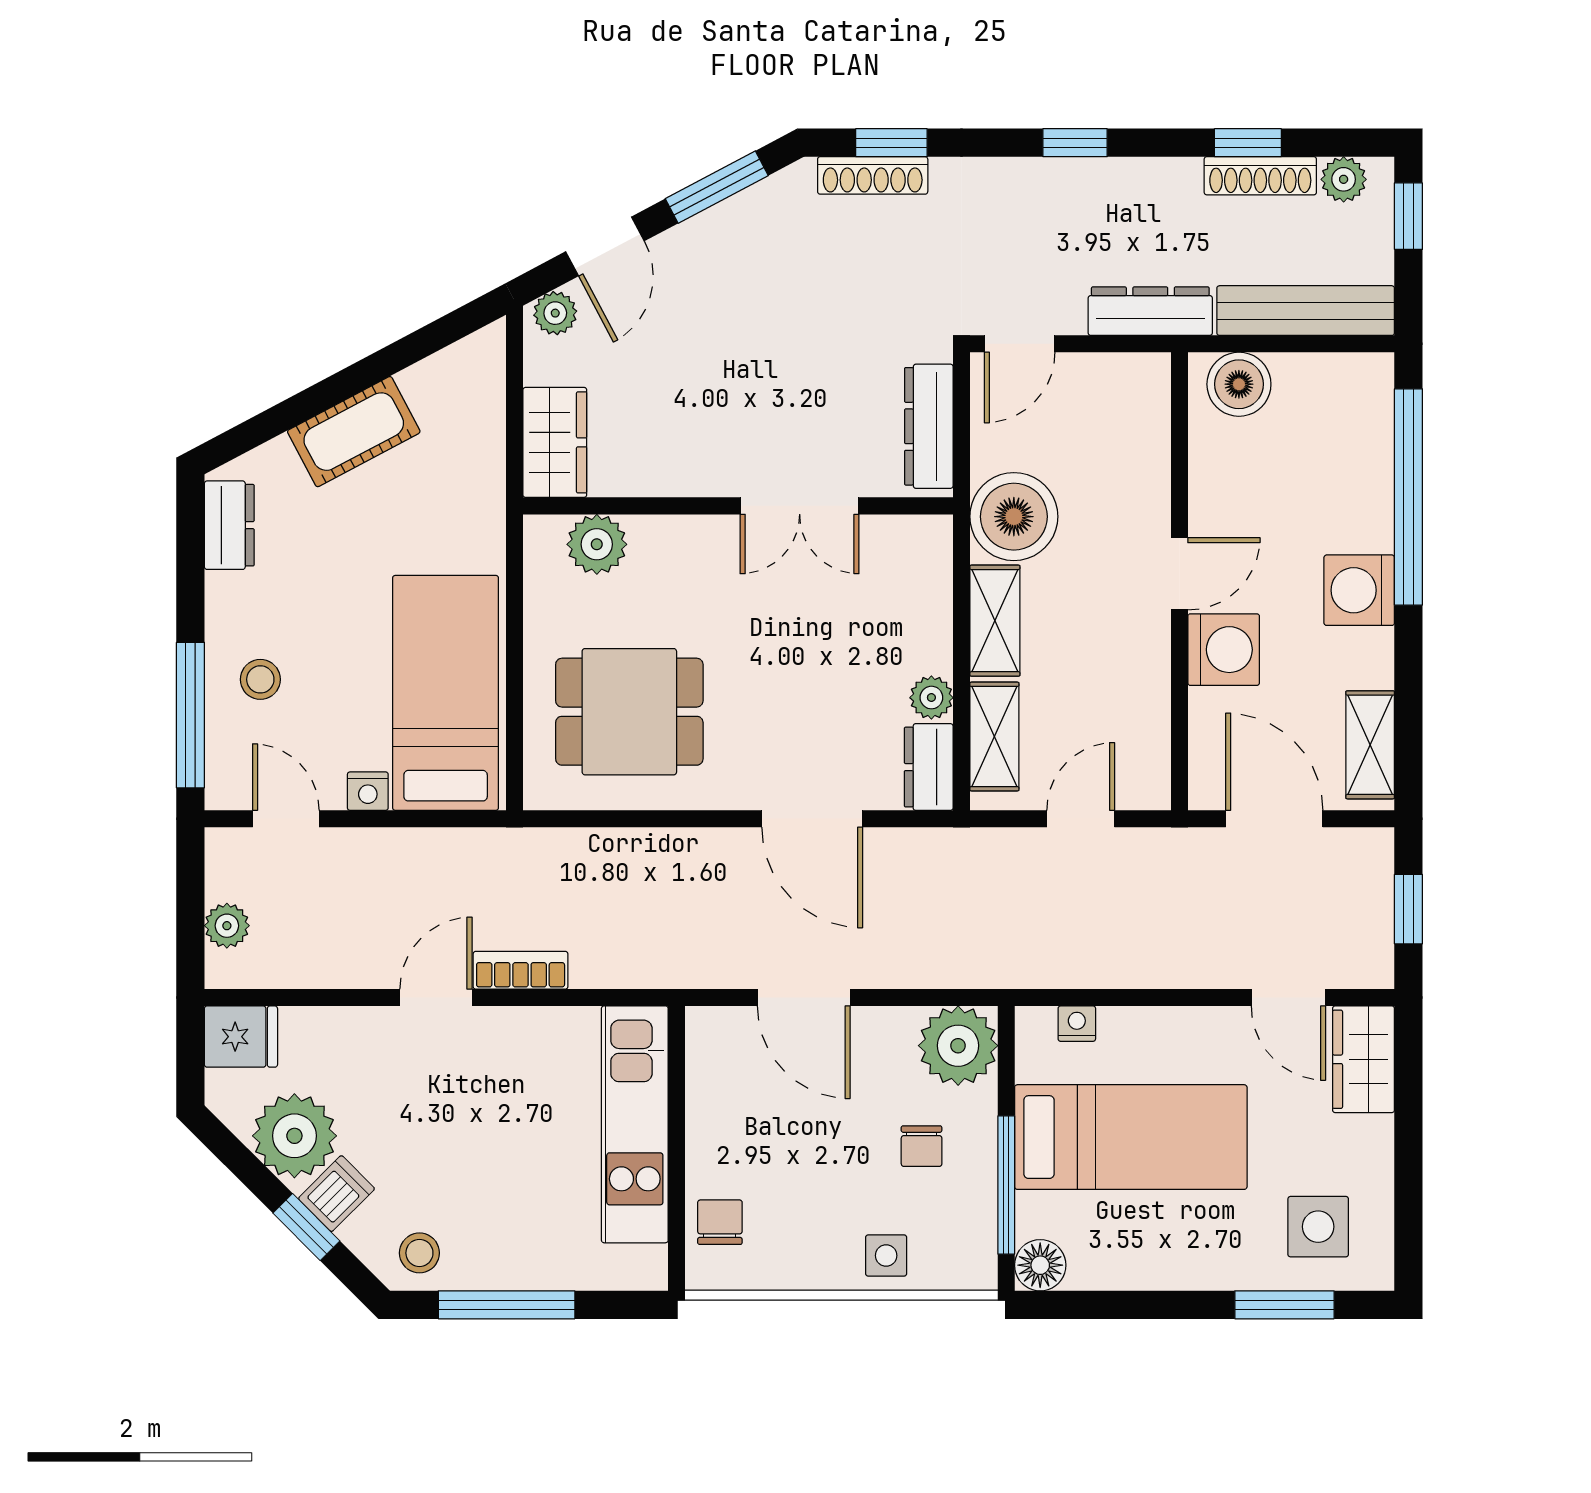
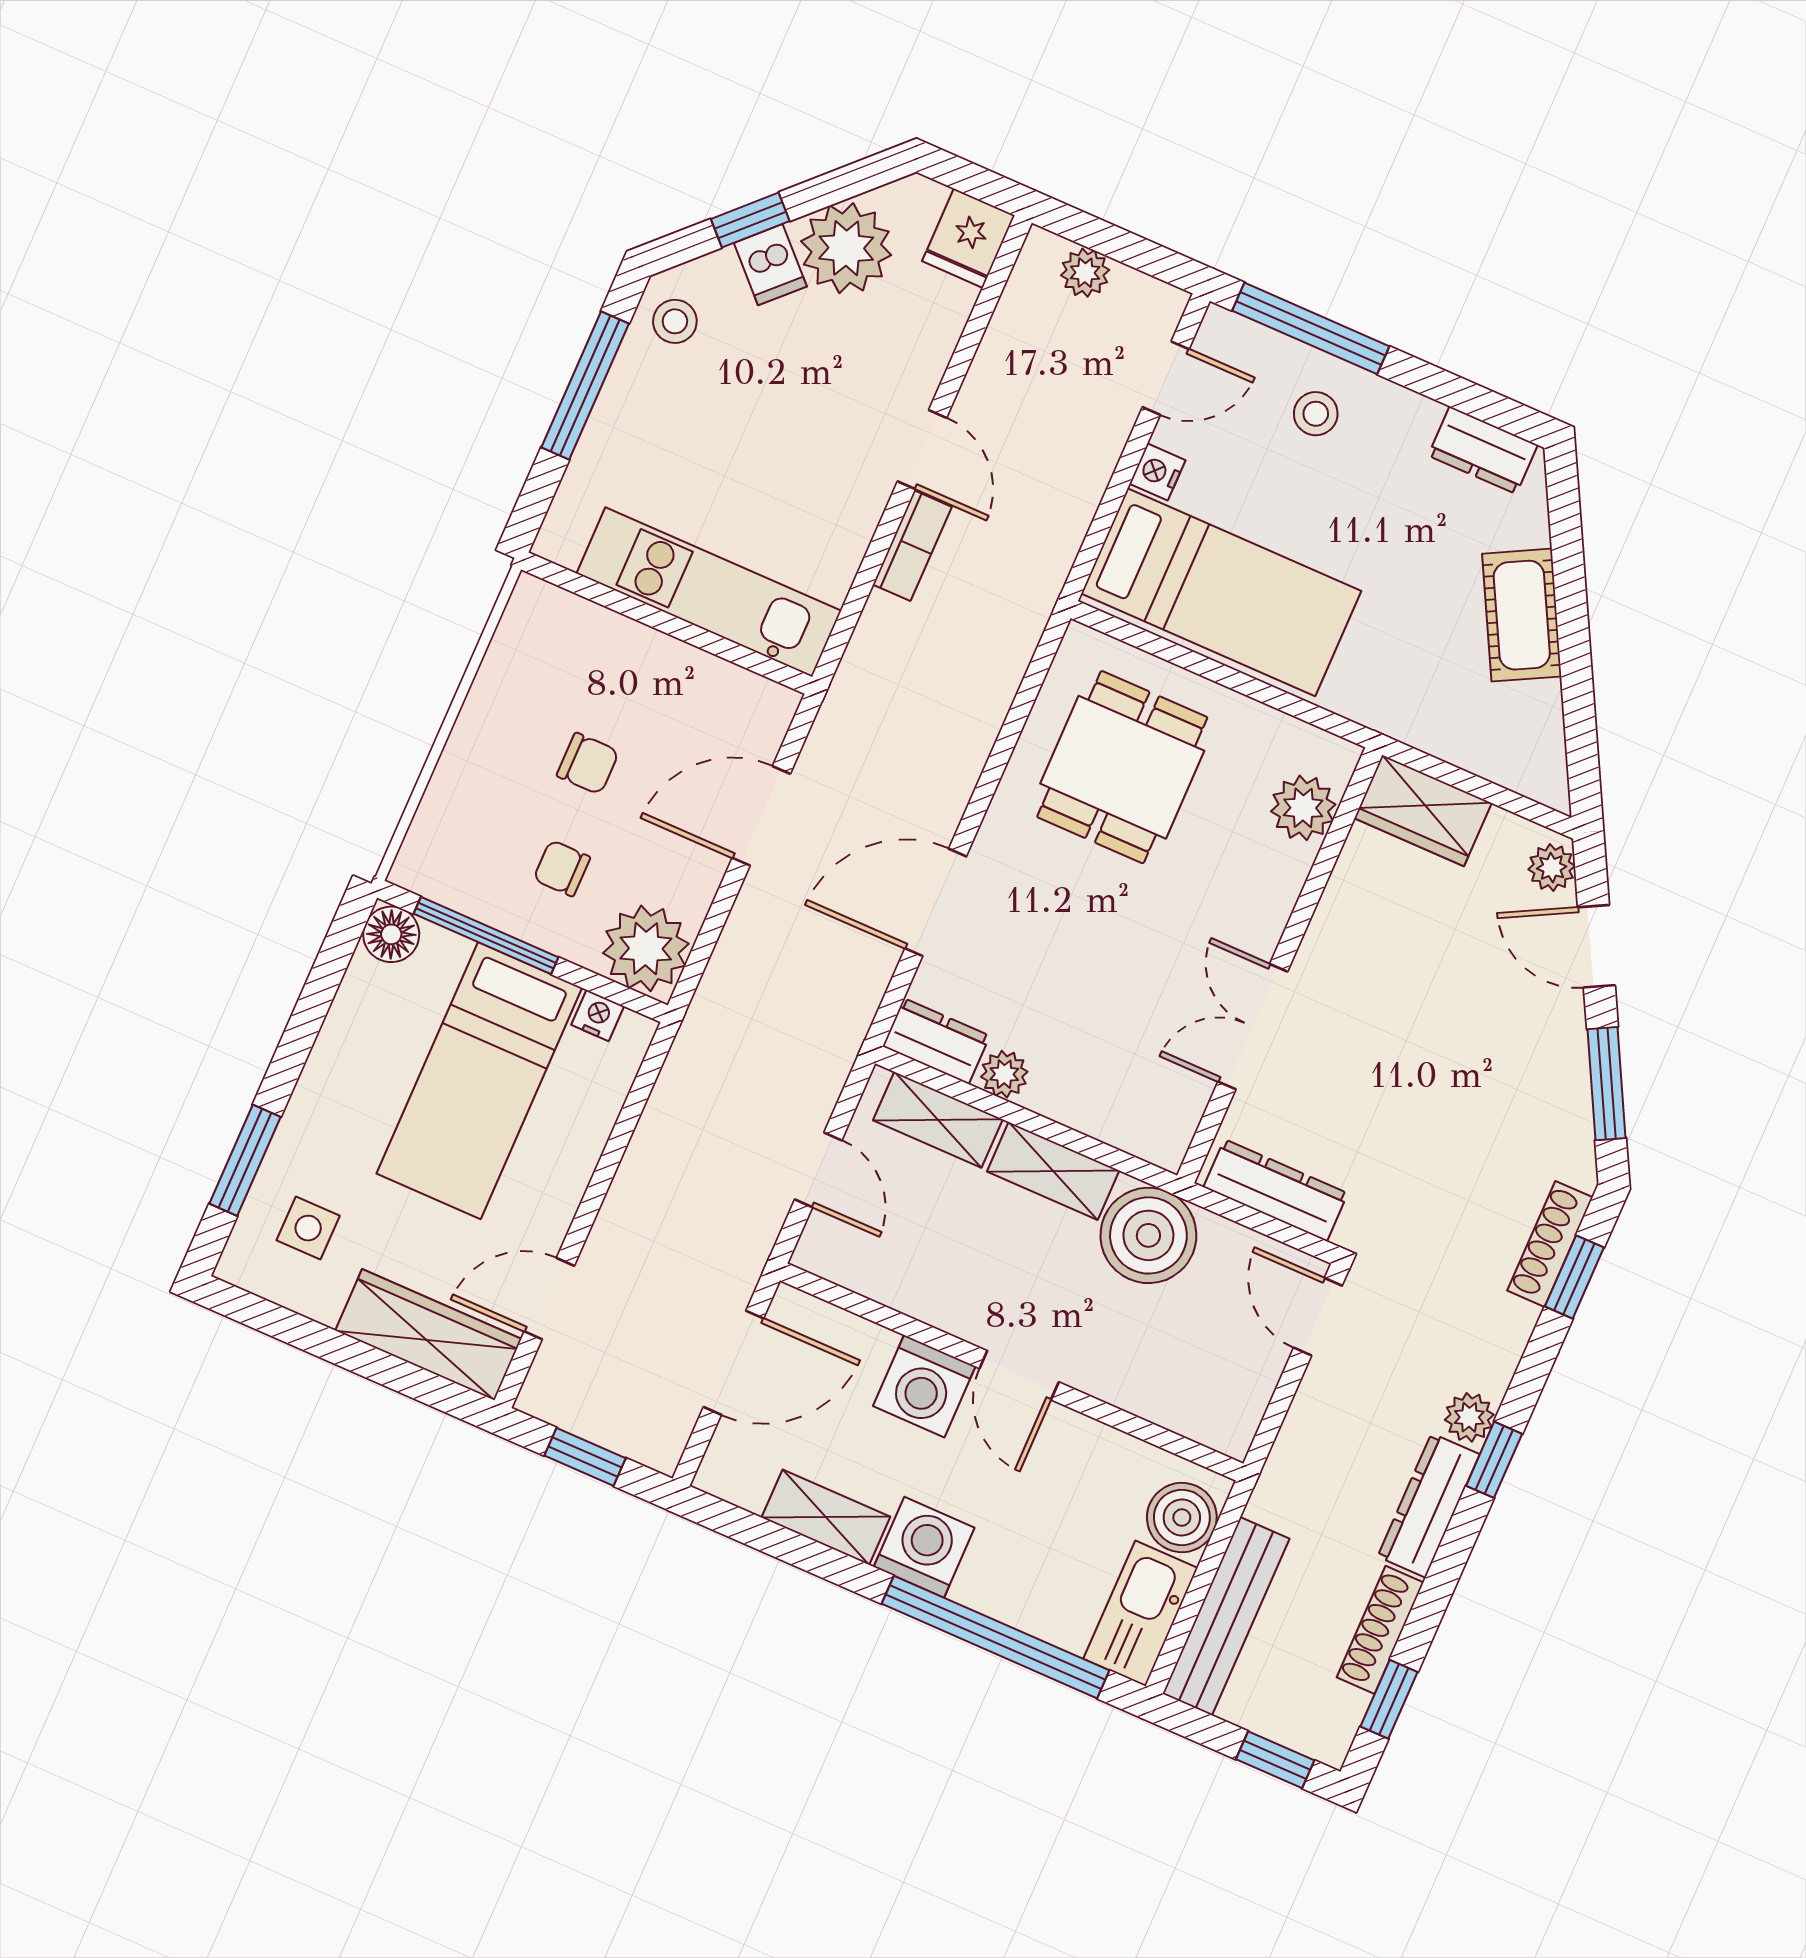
window: (1248, 143) -> (1389, 1699), moved
plant: (1344, 179) -> (1469, 1417), moved
dresser: (1150, 311) -> (1429, 1505), moved, turned 180
kitchen sink: (1335, 384) -> (1140, 1613), added
shelving: (1370, 745) -> (826, 1517), moved
nightstand: (1077, 1024) -> (598, 1015), moved, turned -90
wardrobe: (1364, 1059) -> (428, 1335), width x1.50
chair: (720, 1222) -> (588, 764), moved
side table: (1318, 1227) -> (308, 1228), width x0.73, depth x0.73
side table: (886, 1256) -> (468, 785), removed

